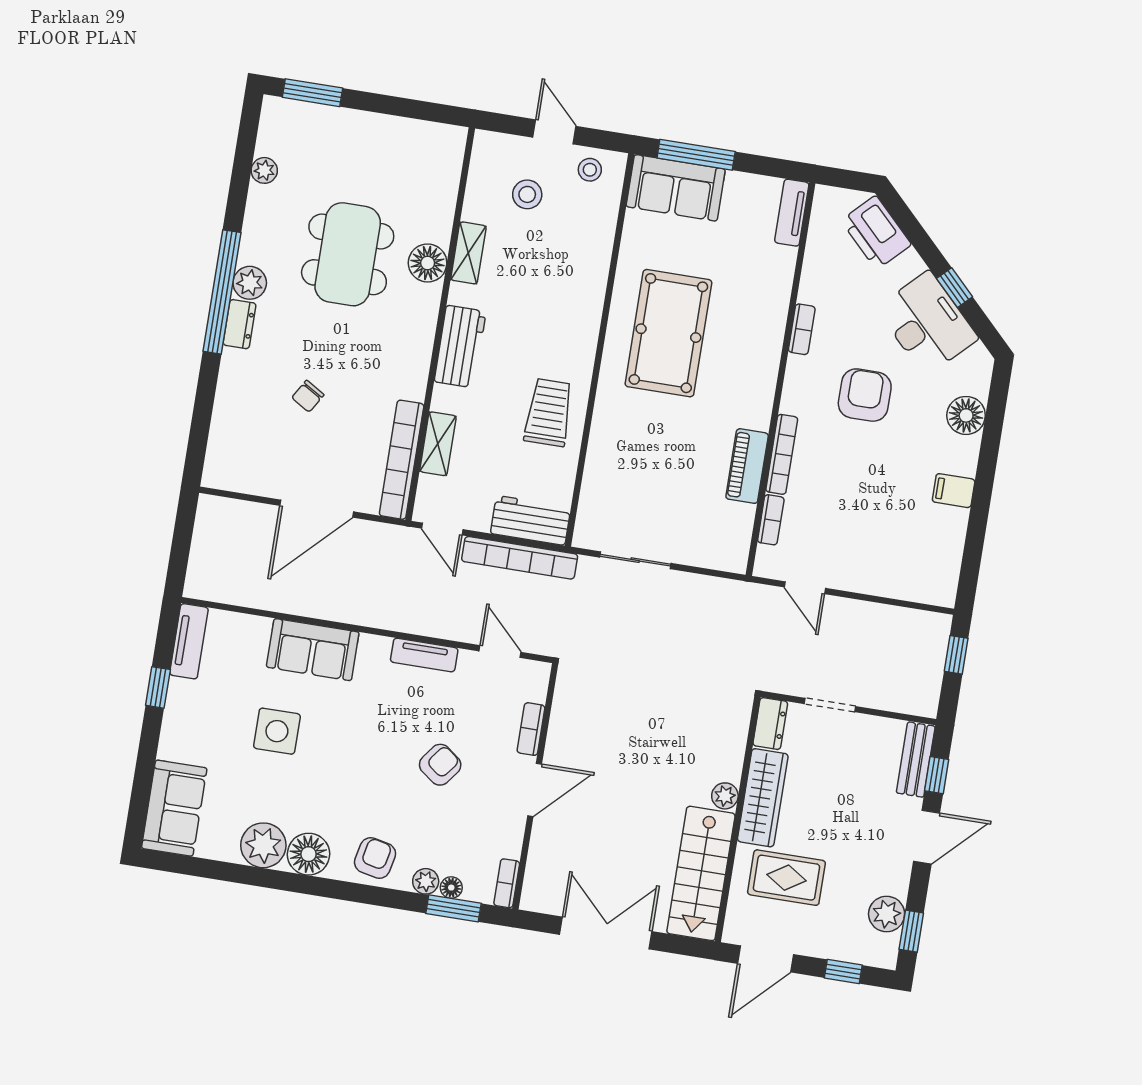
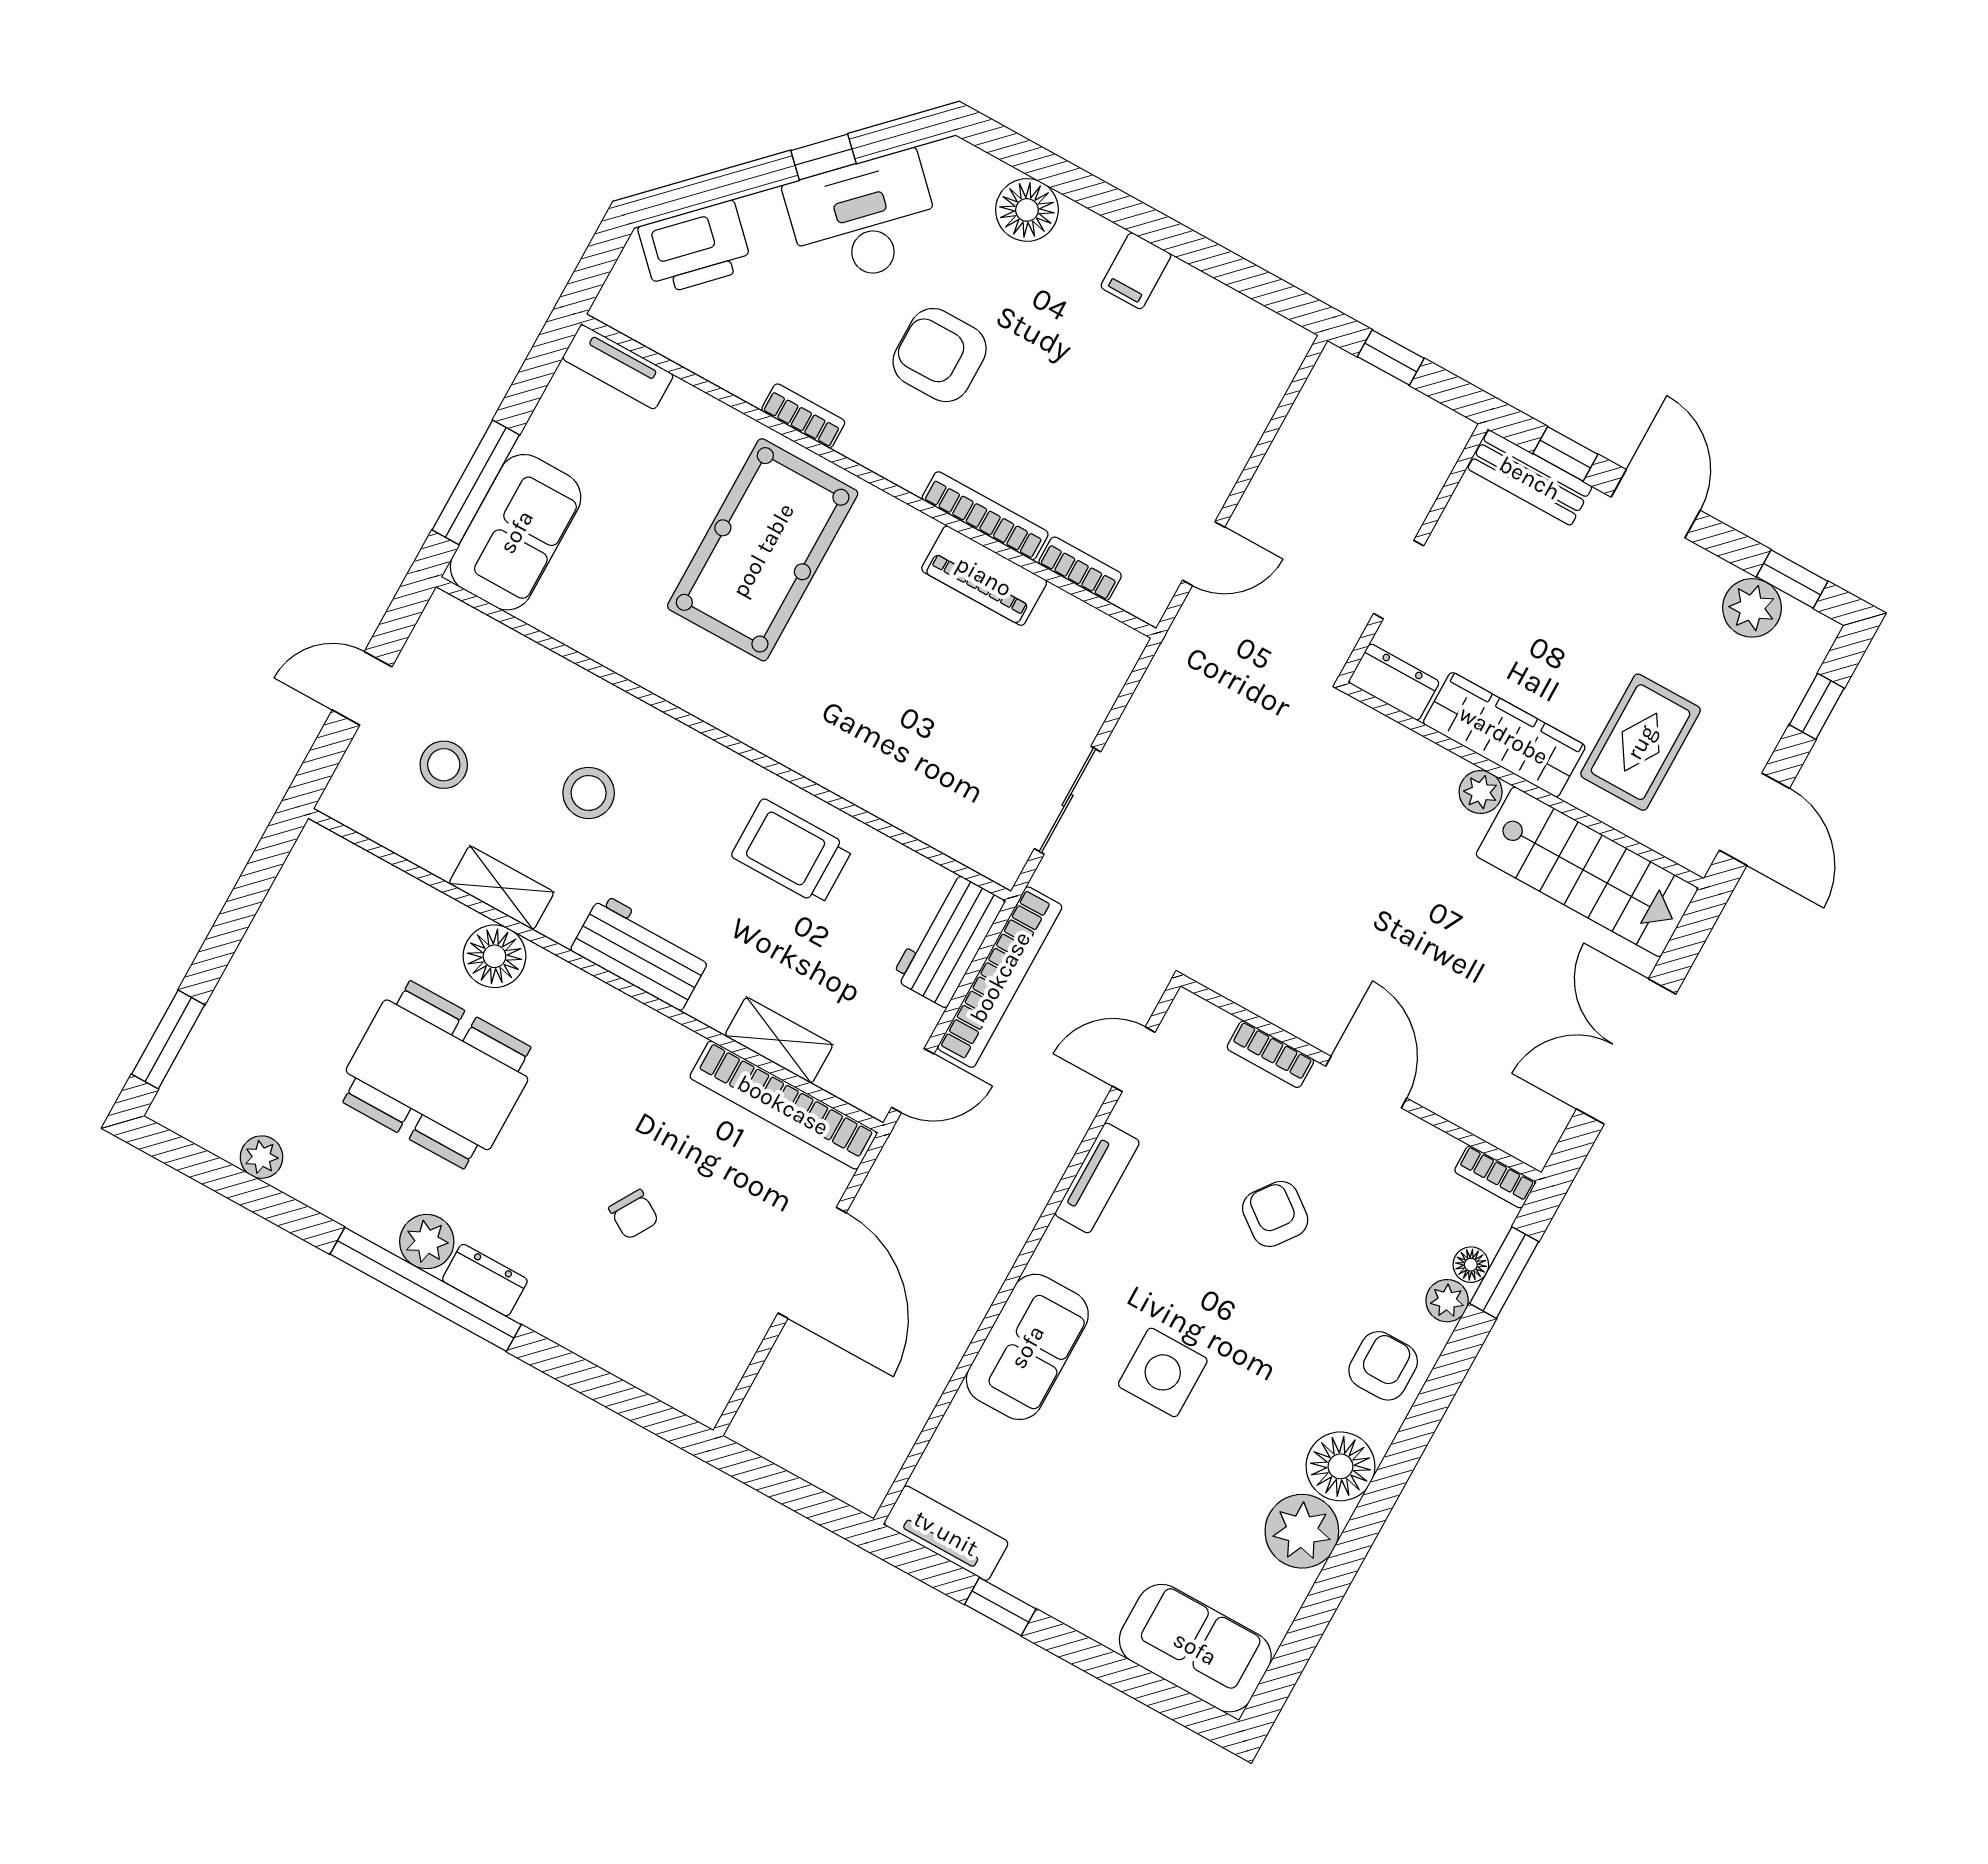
stool: (590, 170) -> (589, 793), moved, width x1.37, depth x1.37
pool table: (668, 333) -> (763, 550), moved, turned 90
side table: (277, 731) -> (1163, 1372), moved
armchair: (375, 858) -> (1383, 1366), turned 78

